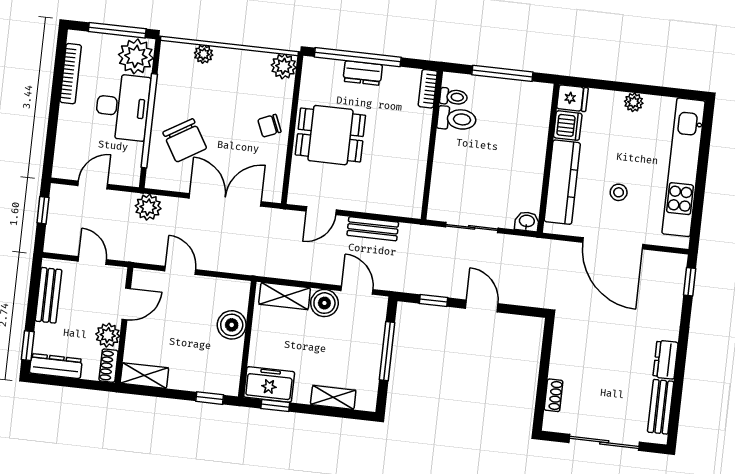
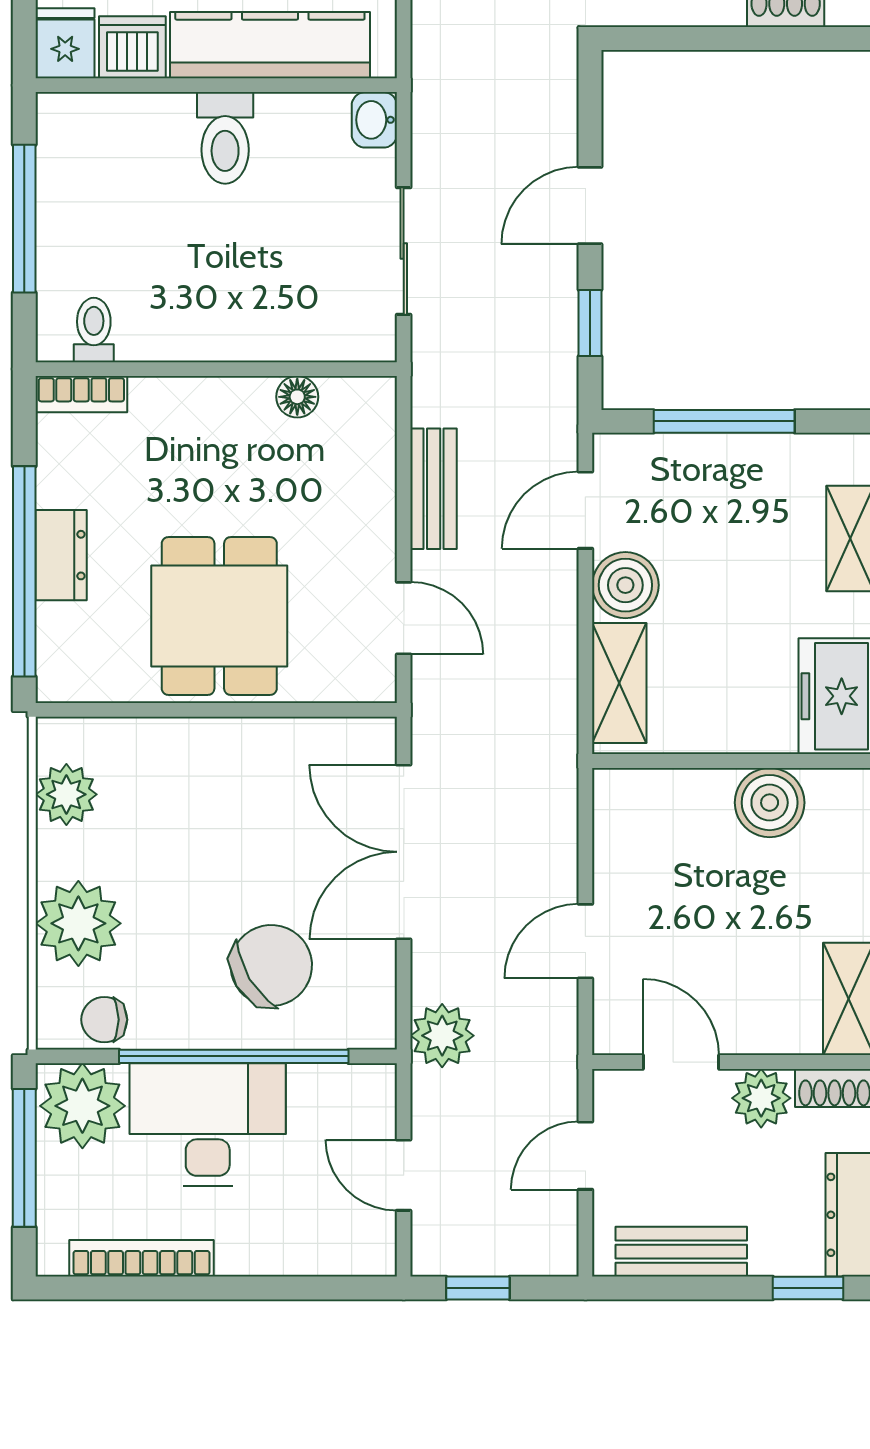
plant: (204, 54) -> (78, 923), width x1.88, depth x1.88
plant: (284, 66) -> (66, 794), moved
toilet: (457, 119) -> (225, 138), moved, turned 180
chair: (269, 126) -> (104, 1020), moved, turned 113
floor lamp: (417, 177) -> (297, 397), added
boiler: (232, 325) -> (770, 803), moved

